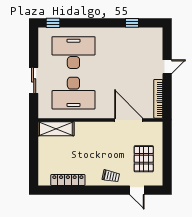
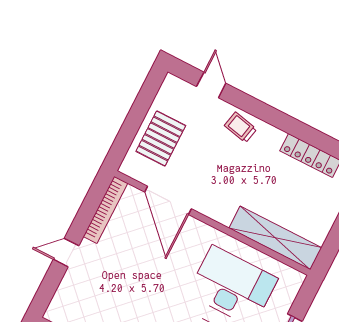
shelving: (56, 129) -> (275, 238), width x1.47
pallet: (144, 159) -> (161, 138), moved

